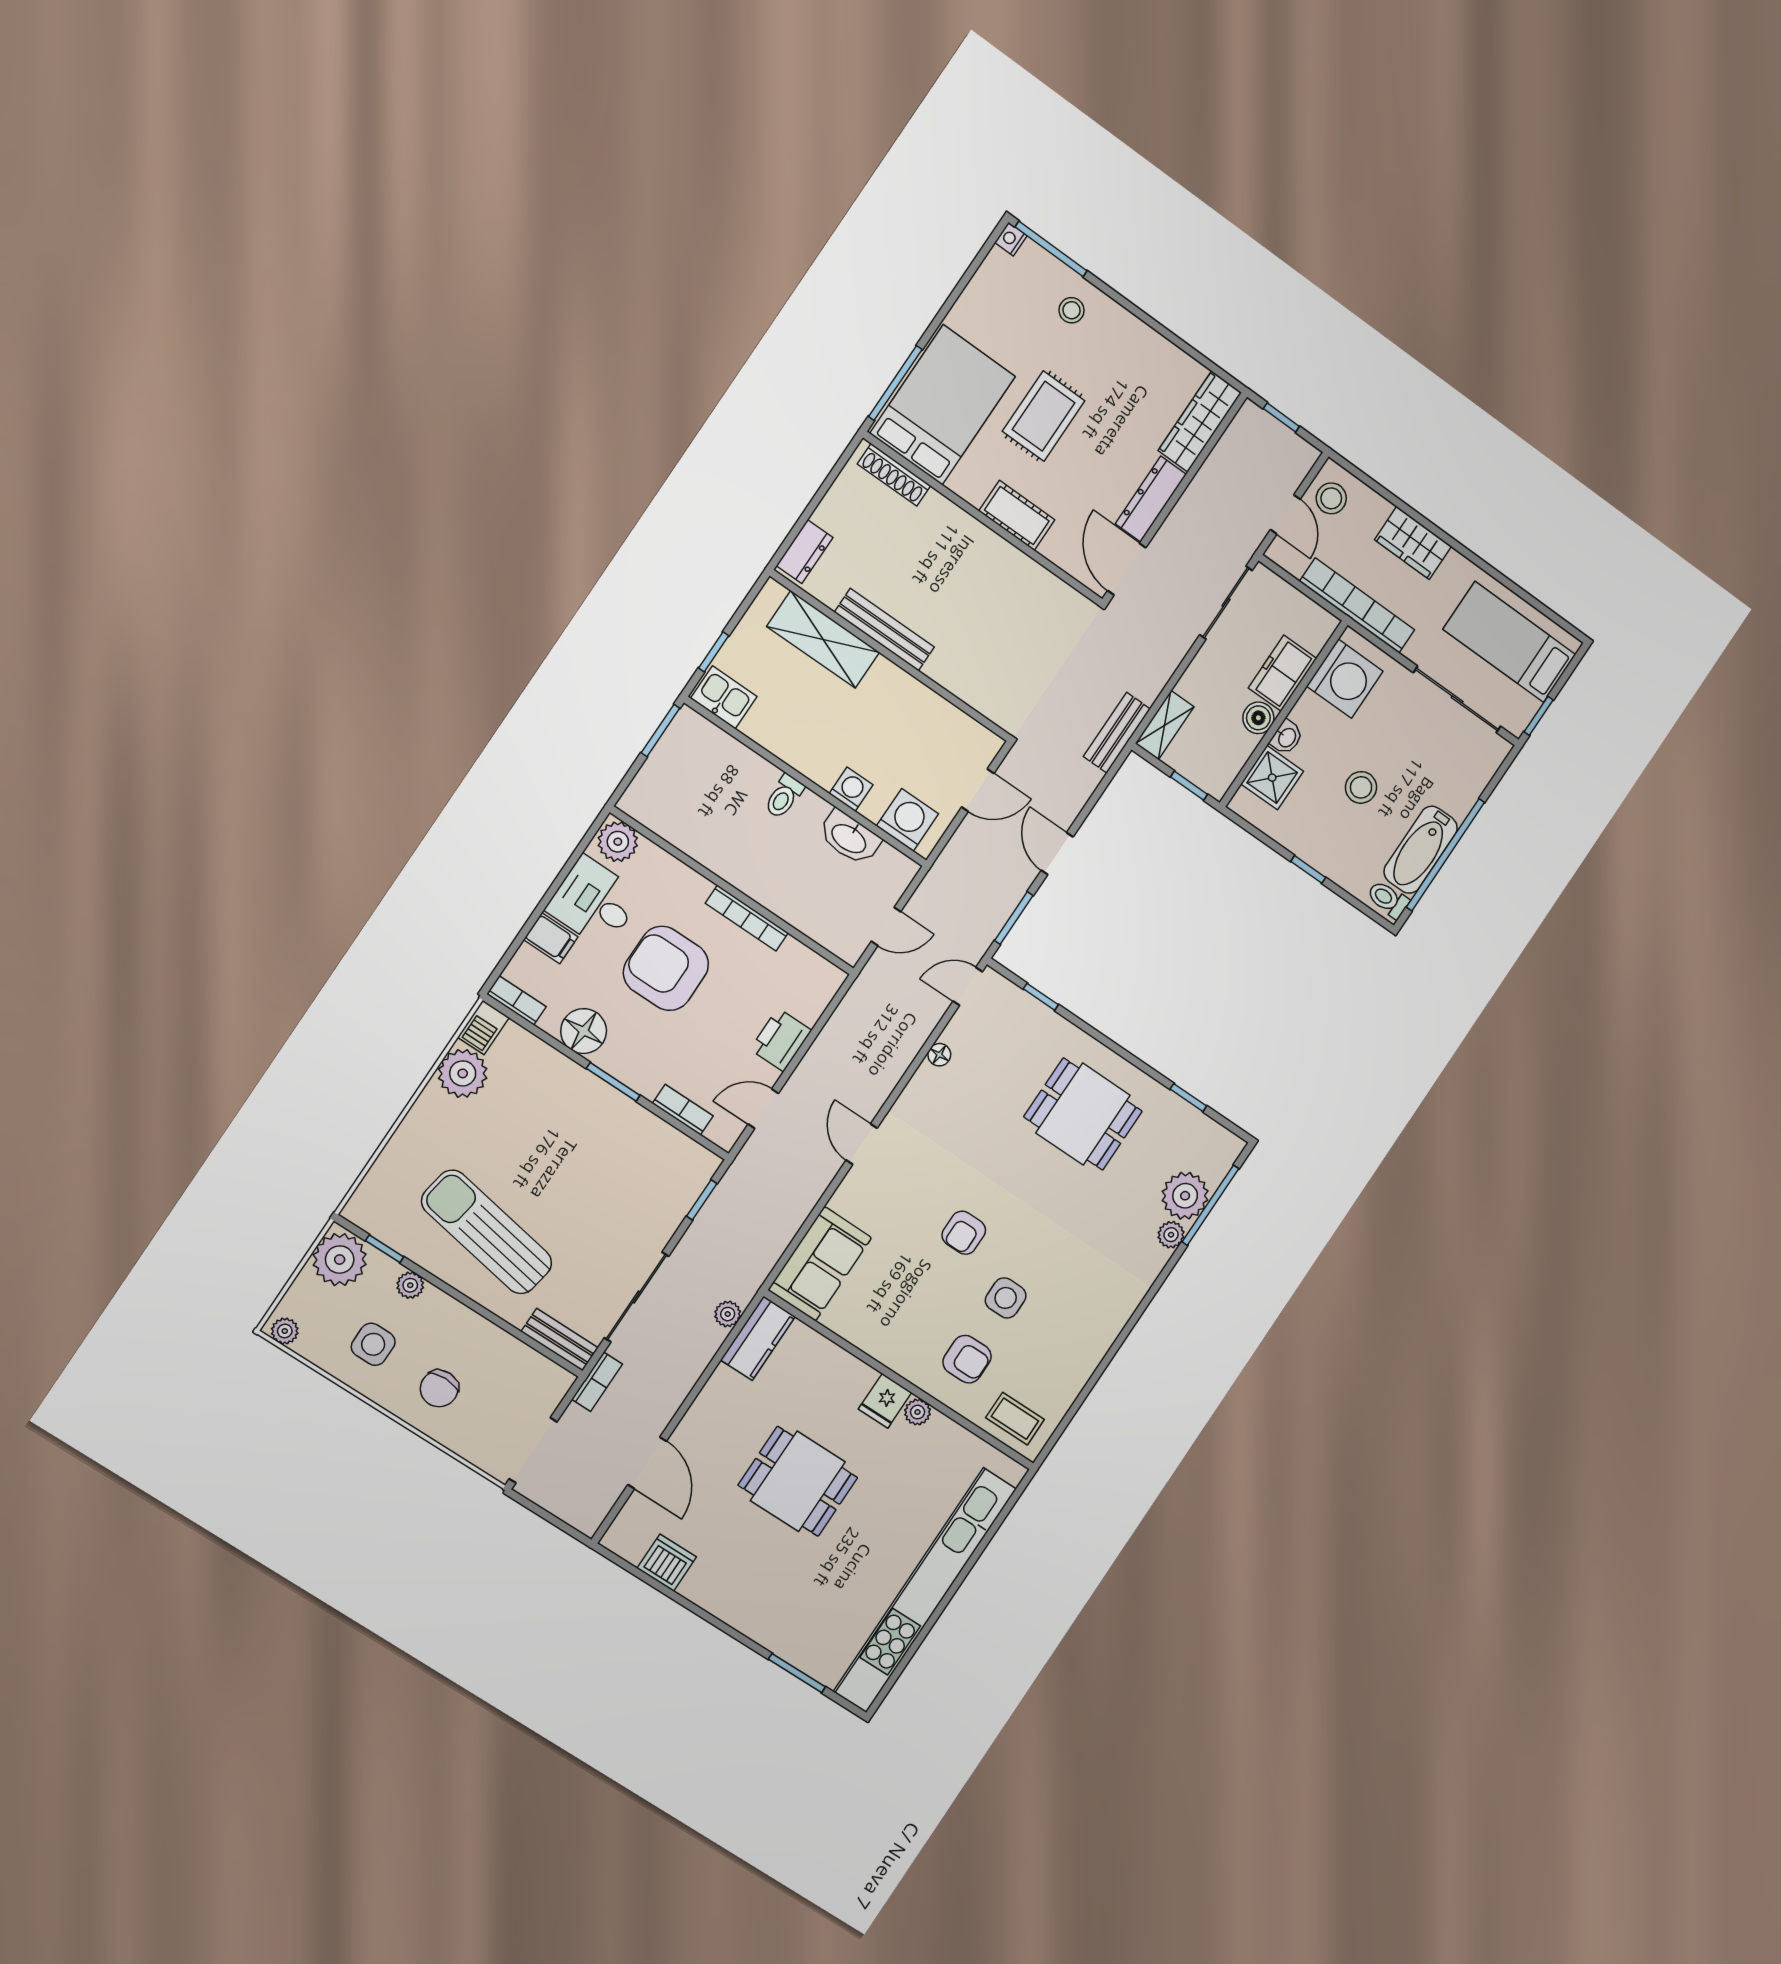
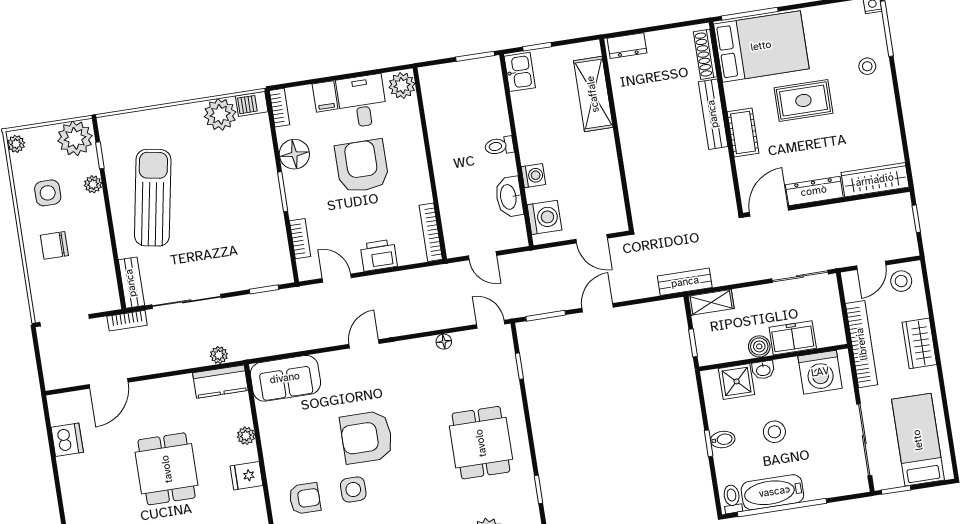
bench: (884, 630) -> (713, 114), moved
bidet: (1318, 851) -> (723, 440), added
bookcase: (747, 918) -> (431, 232), moved
armchair: (964, 1233) -> (367, 437), width x1.88, depth x1.88
armchair: (967, 1359) -> (305, 498), turned -90
plant: (918, 1412) -> (246, 436), moved

